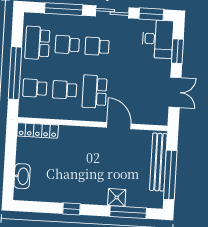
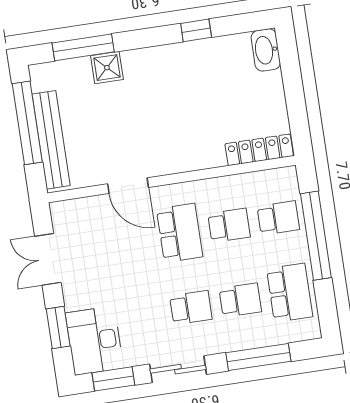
washbasin: (22, 176) -> (266, 50), moved
window: (71, 209) -> (196, 30), moved

